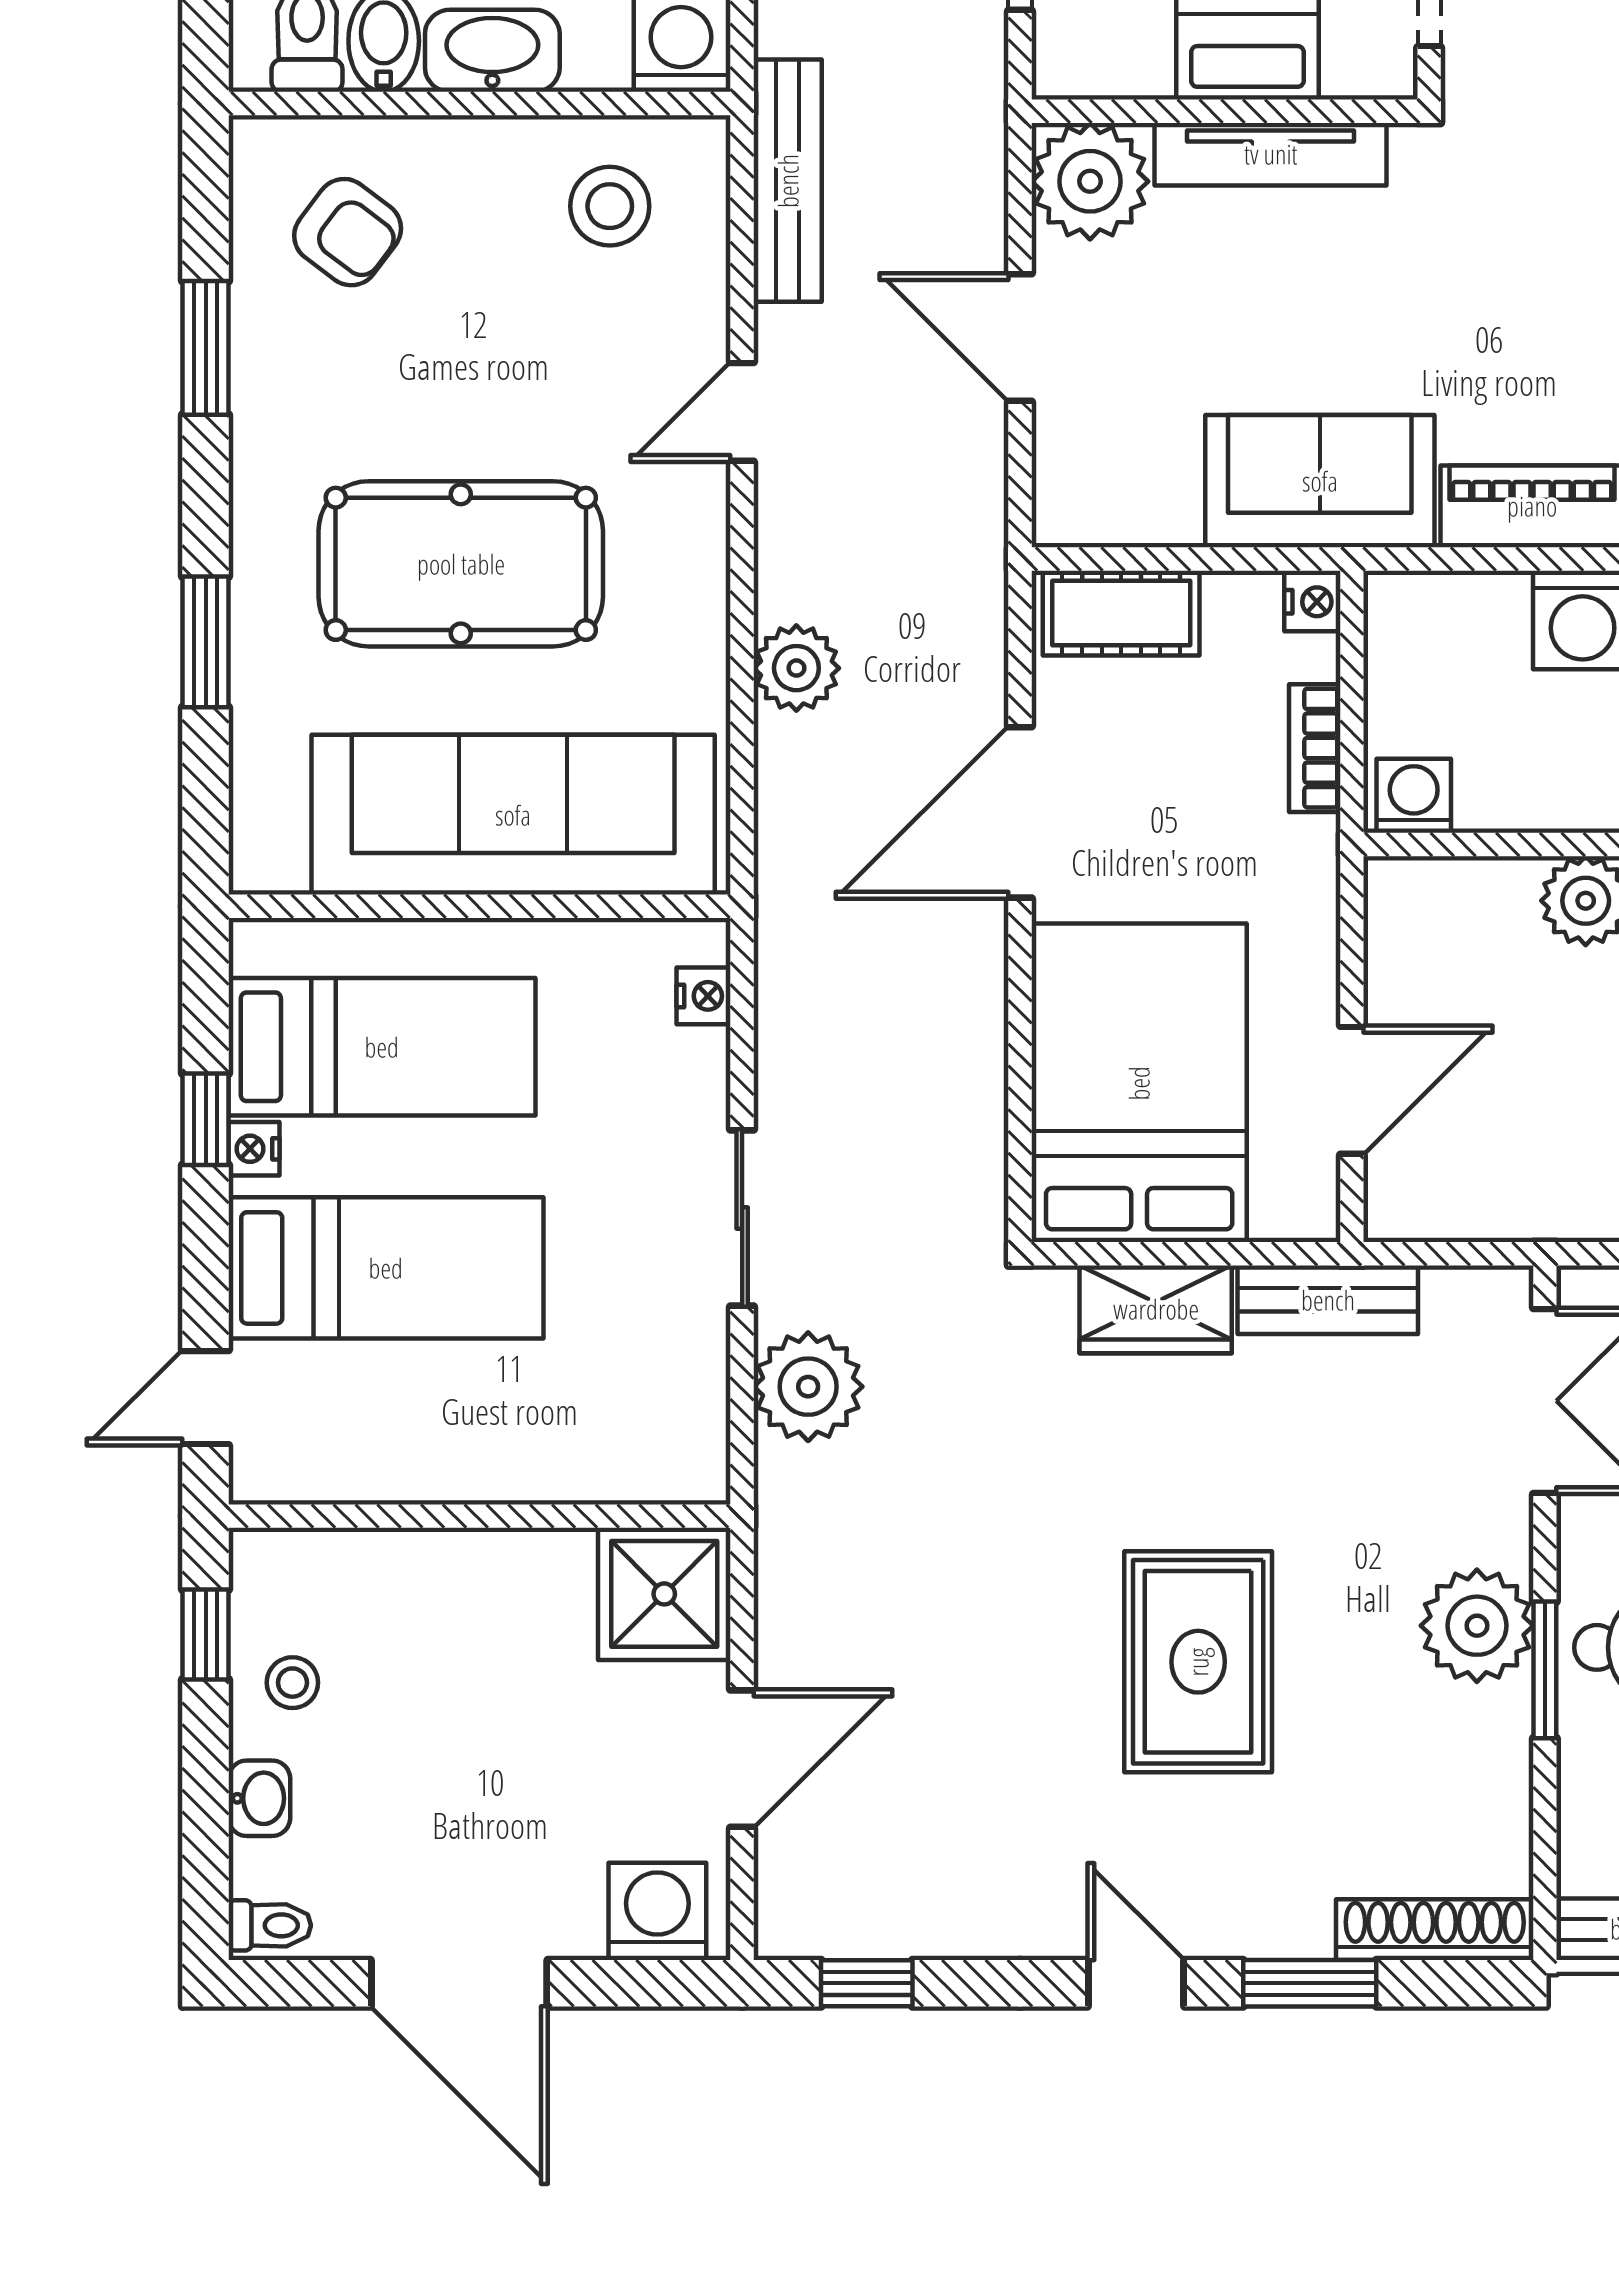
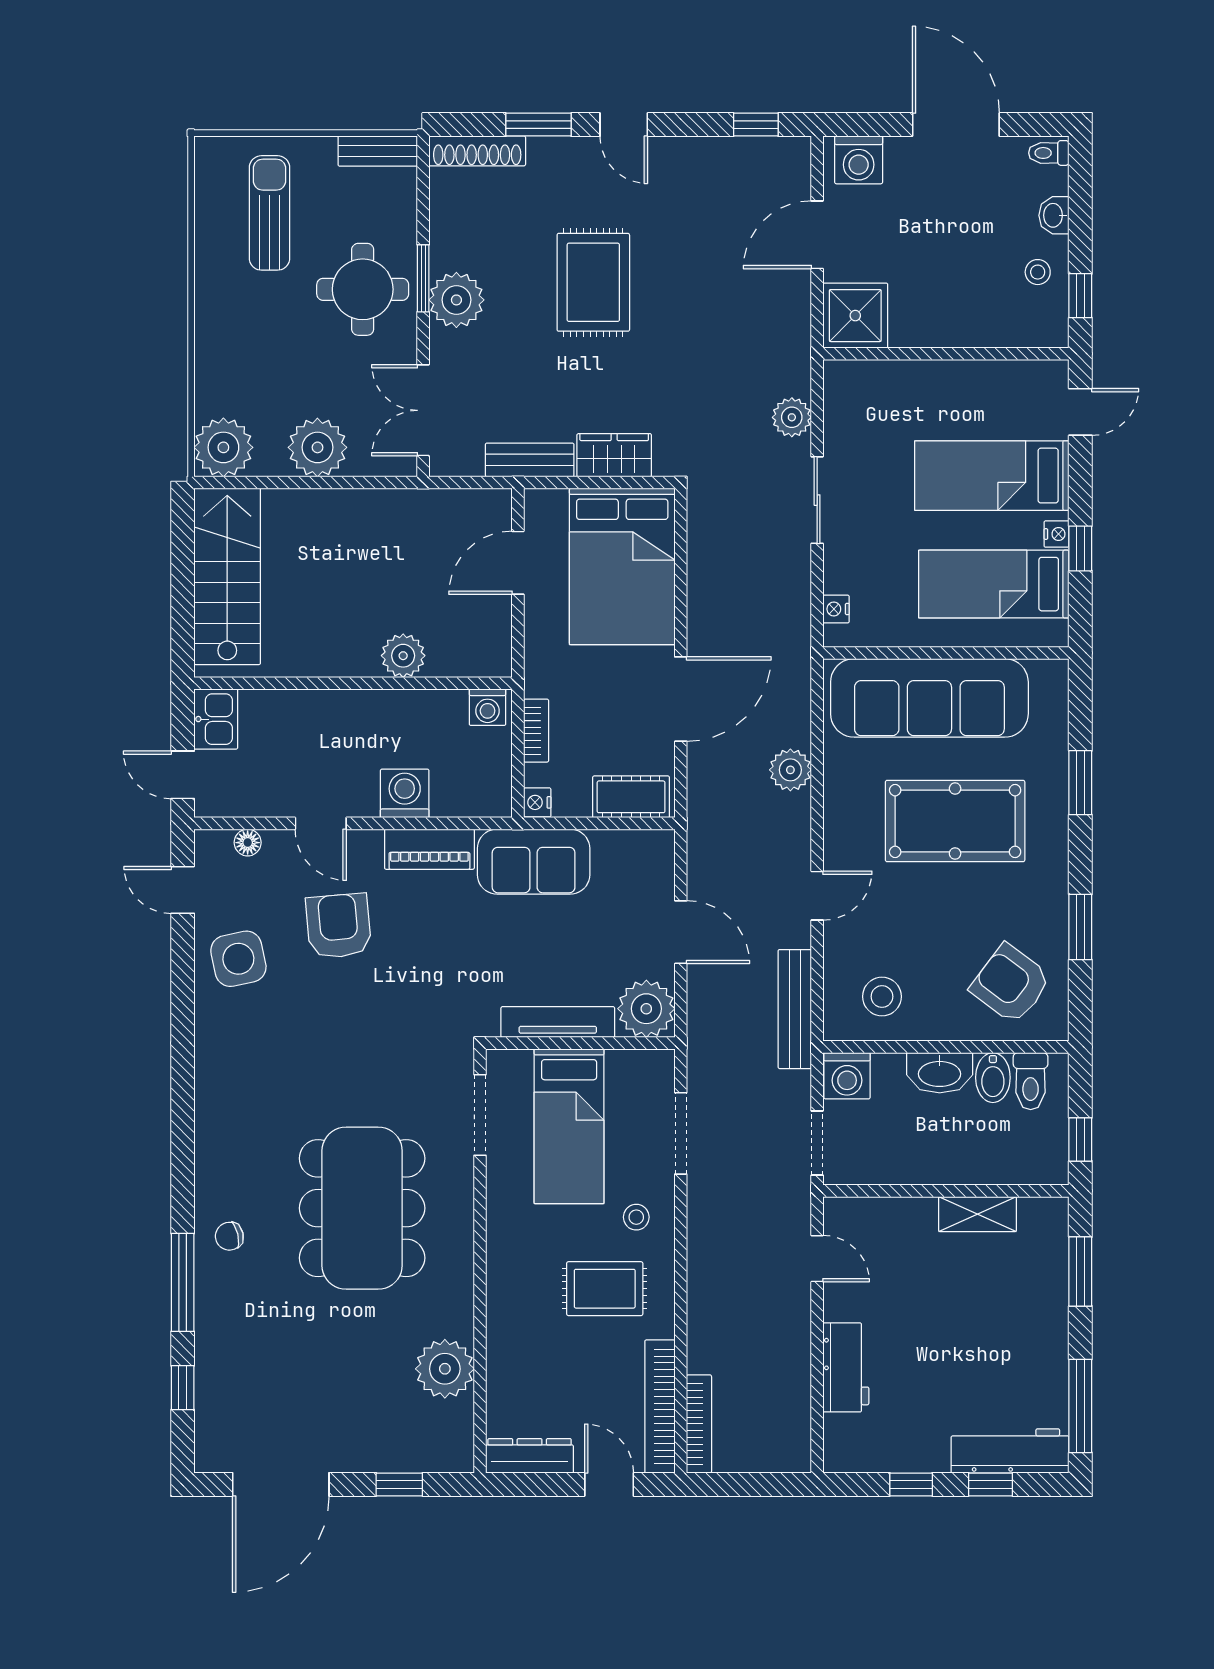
armchair: (348, 232) -> (1011, 984), width x1.38, depth x1.38
plant: (808, 1387) -> (792, 417), width x0.73, depth x0.73

